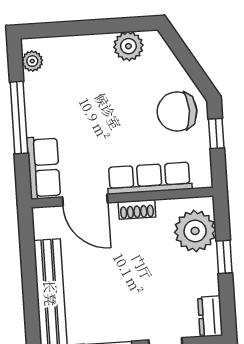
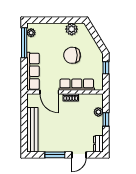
chair: (177, 111) -> (72, 55), moved
window: (19, 118) -> (24, 43), moved
row of seats: (44, 168) -> (33, 71), width x1.48
plant: (195, 231) -> (98, 112), width x0.53, depth x0.53

